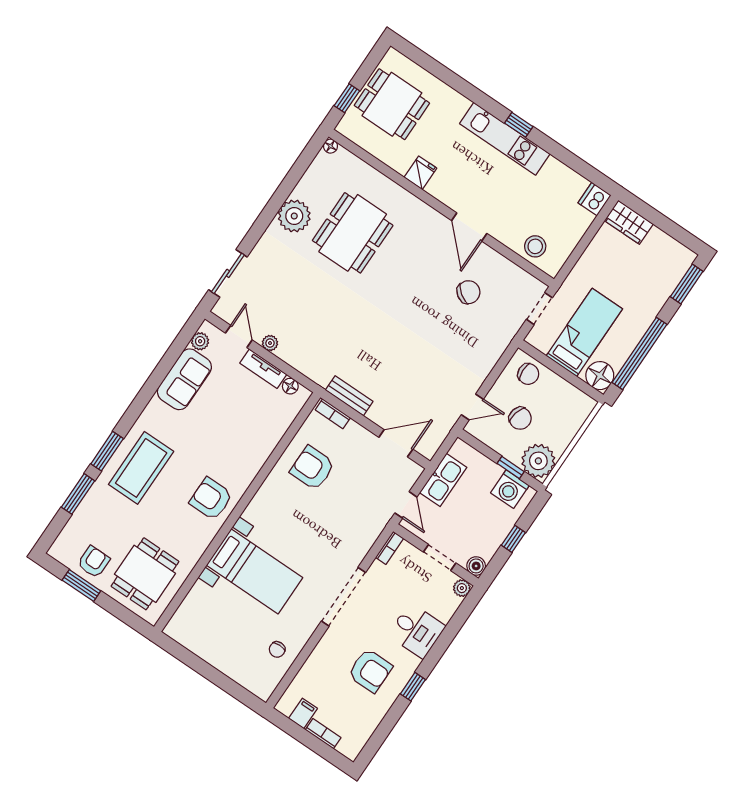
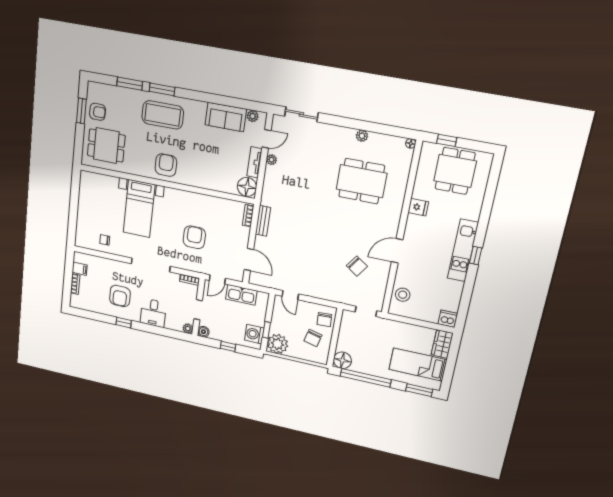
plant: (294, 216) -> (362, 136), width x0.53, depth x0.53
bed: (584, 332) -> (418, 365), moved, turned 180
floor lamp: (290, 386) -> (247, 187), width x1.89, depth x1.89
chair: (520, 418) -> (313, 338), moved
armchair: (312, 468) -> (194, 237), moved

